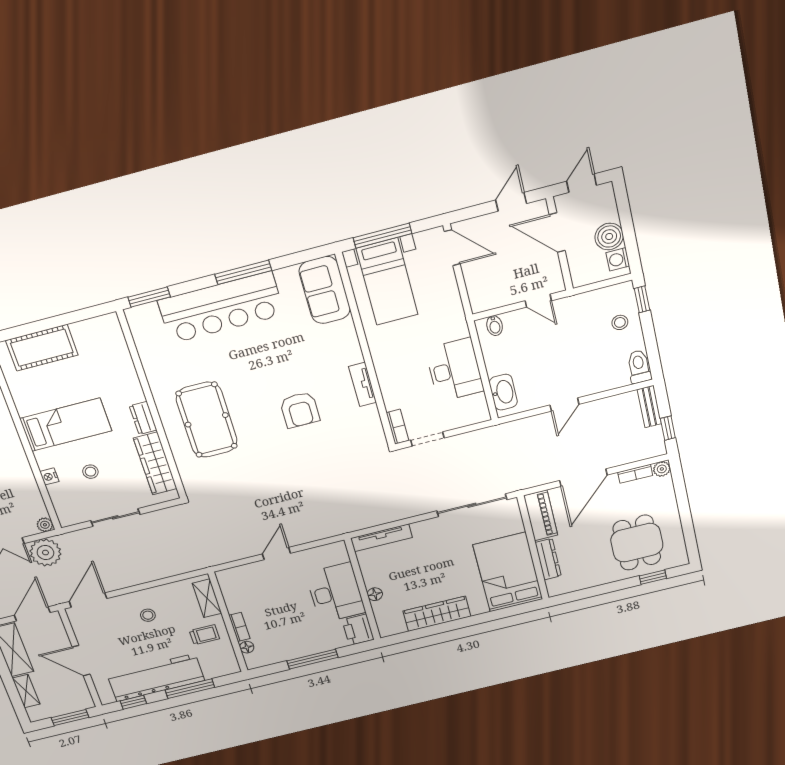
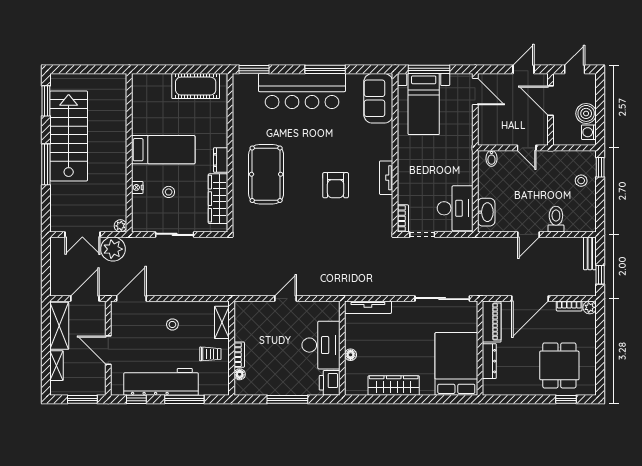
cot: (42, 348) -> (196, 86), moved
toilet: (639, 367) -> (556, 219), moved
desk: (455, 370) -> (455, 208), moved

